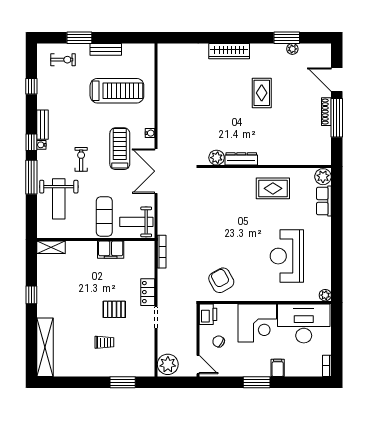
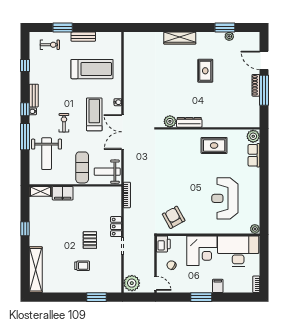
filing cabinet: (111, 250) -> (63, 193), moved
pallet: (114, 309) -> (90, 240), turned 90

